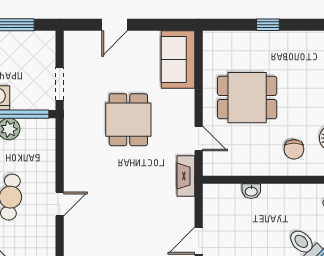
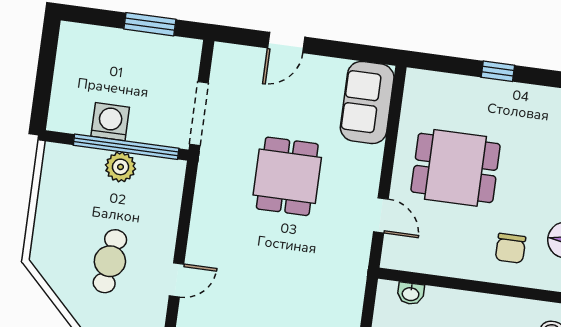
doorway: (60, 84) -> (199, 113), width x1.38
fireplace: (186, 176) -> (356, 265), removed
washbasin: (251, 191) -> (411, 294), moved

